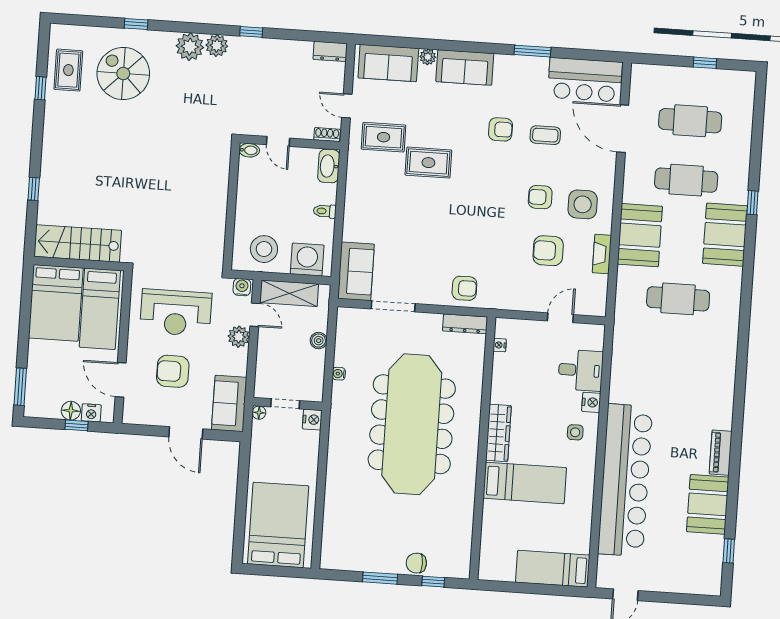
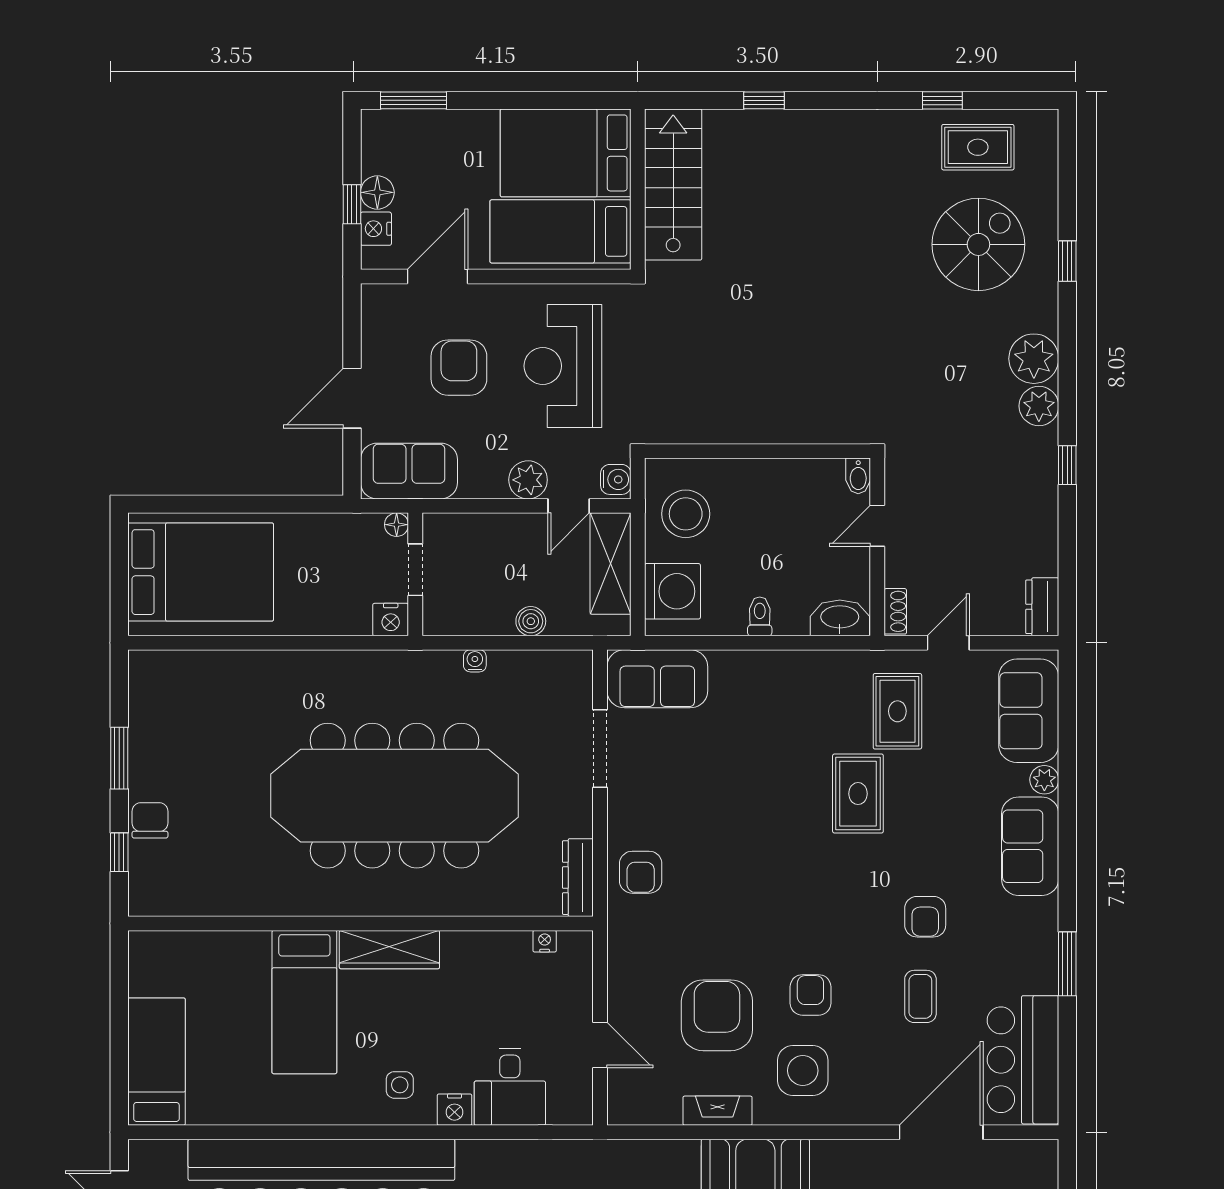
armchair: (548, 251) -> (717, 1015), width x1.36, depth x1.36

